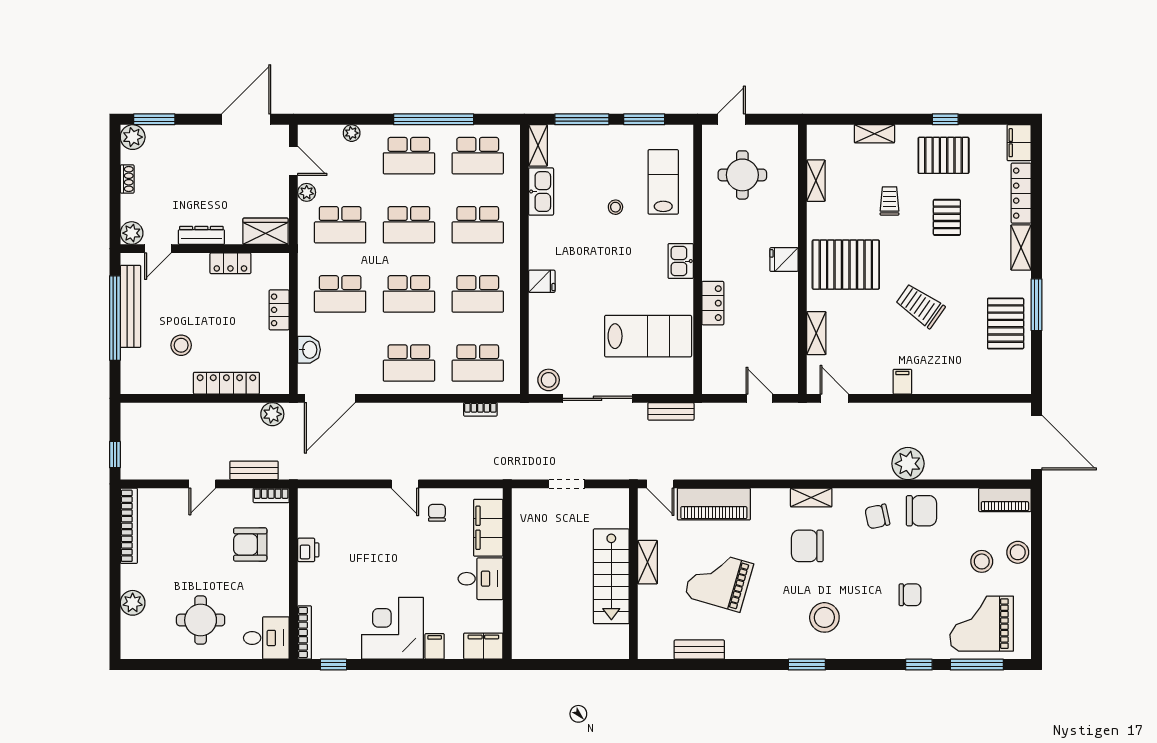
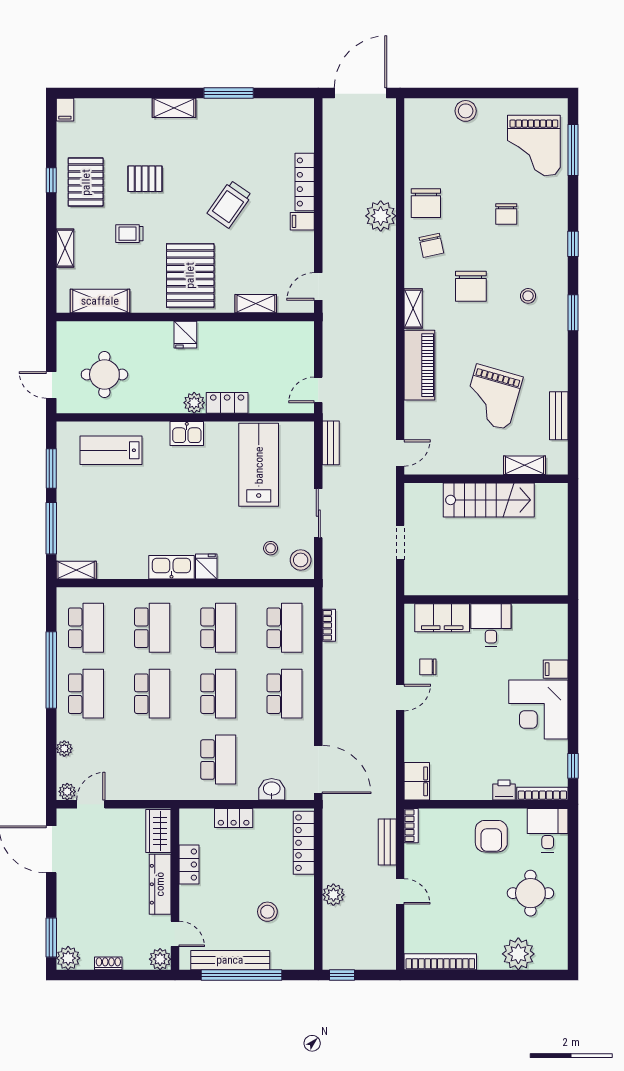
filing cabinet: (1019, 143) -> (65, 110), width x0.50
shelving: (816, 181) -> (100, 301), width x1.50, depth x1.33
plant: (307, 192) -> (67, 792), moved
kitchen sink: (541, 192) -> (171, 567), moved
locker: (1021, 193) -> (305, 182), moved, turned 90
stool: (615, 207) -> (271, 548), moved
school desk: (340, 225) -> (152, 760), removed
dresser: (201, 235) -> (160, 884), width x1.37, depth x1.24
plant: (713, 269) -> (194, 403), added
pallet: (1006, 324) -> (247, 123), removed
locker: (226, 383) -> (304, 843), moved
sliding door: (597, 398) -> (318, 513), width x0.73
door: (759, 398) -> (318, 390), moved
plant: (272, 414) -> (333, 895), moved
window: (115, 455) -> (342, 975), moved
piano: (1005, 500) -> (415, 123), removed
piano: (714, 504) -> (419, 365), moved
chair: (921, 511) -> (426, 203), turned 180
armchair: (250, 545) -> (491, 836), moved
chair: (807, 546) -> (471, 286), moved
printer: (308, 550) -> (504, 790), moved
stool: (982, 561) -> (474, 145), removed
shelving: (648, 562) -> (525, 465), moved
chair: (910, 595) -> (506, 214), turned 180
plant: (133, 603) -> (518, 954), width x1.36, depth x1.36
stool: (824, 617) -> (528, 296), width x0.53, depth x0.53
filing cabinet: (483, 646) -> (417, 781), moved, turned 180
window: (919, 665) -> (573, 244), moved

